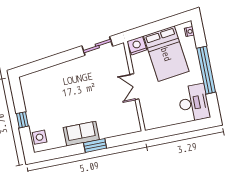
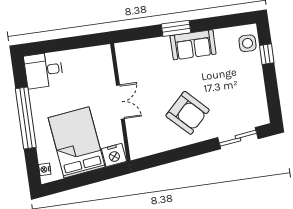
sliding door: (97, 46) -> (238, 138), moved
armchair: (82, 81) -> (188, 113), added
desk: (194, 103) -> (44, 70), width x0.73
window: (22, 120) -> (267, 54), moved

